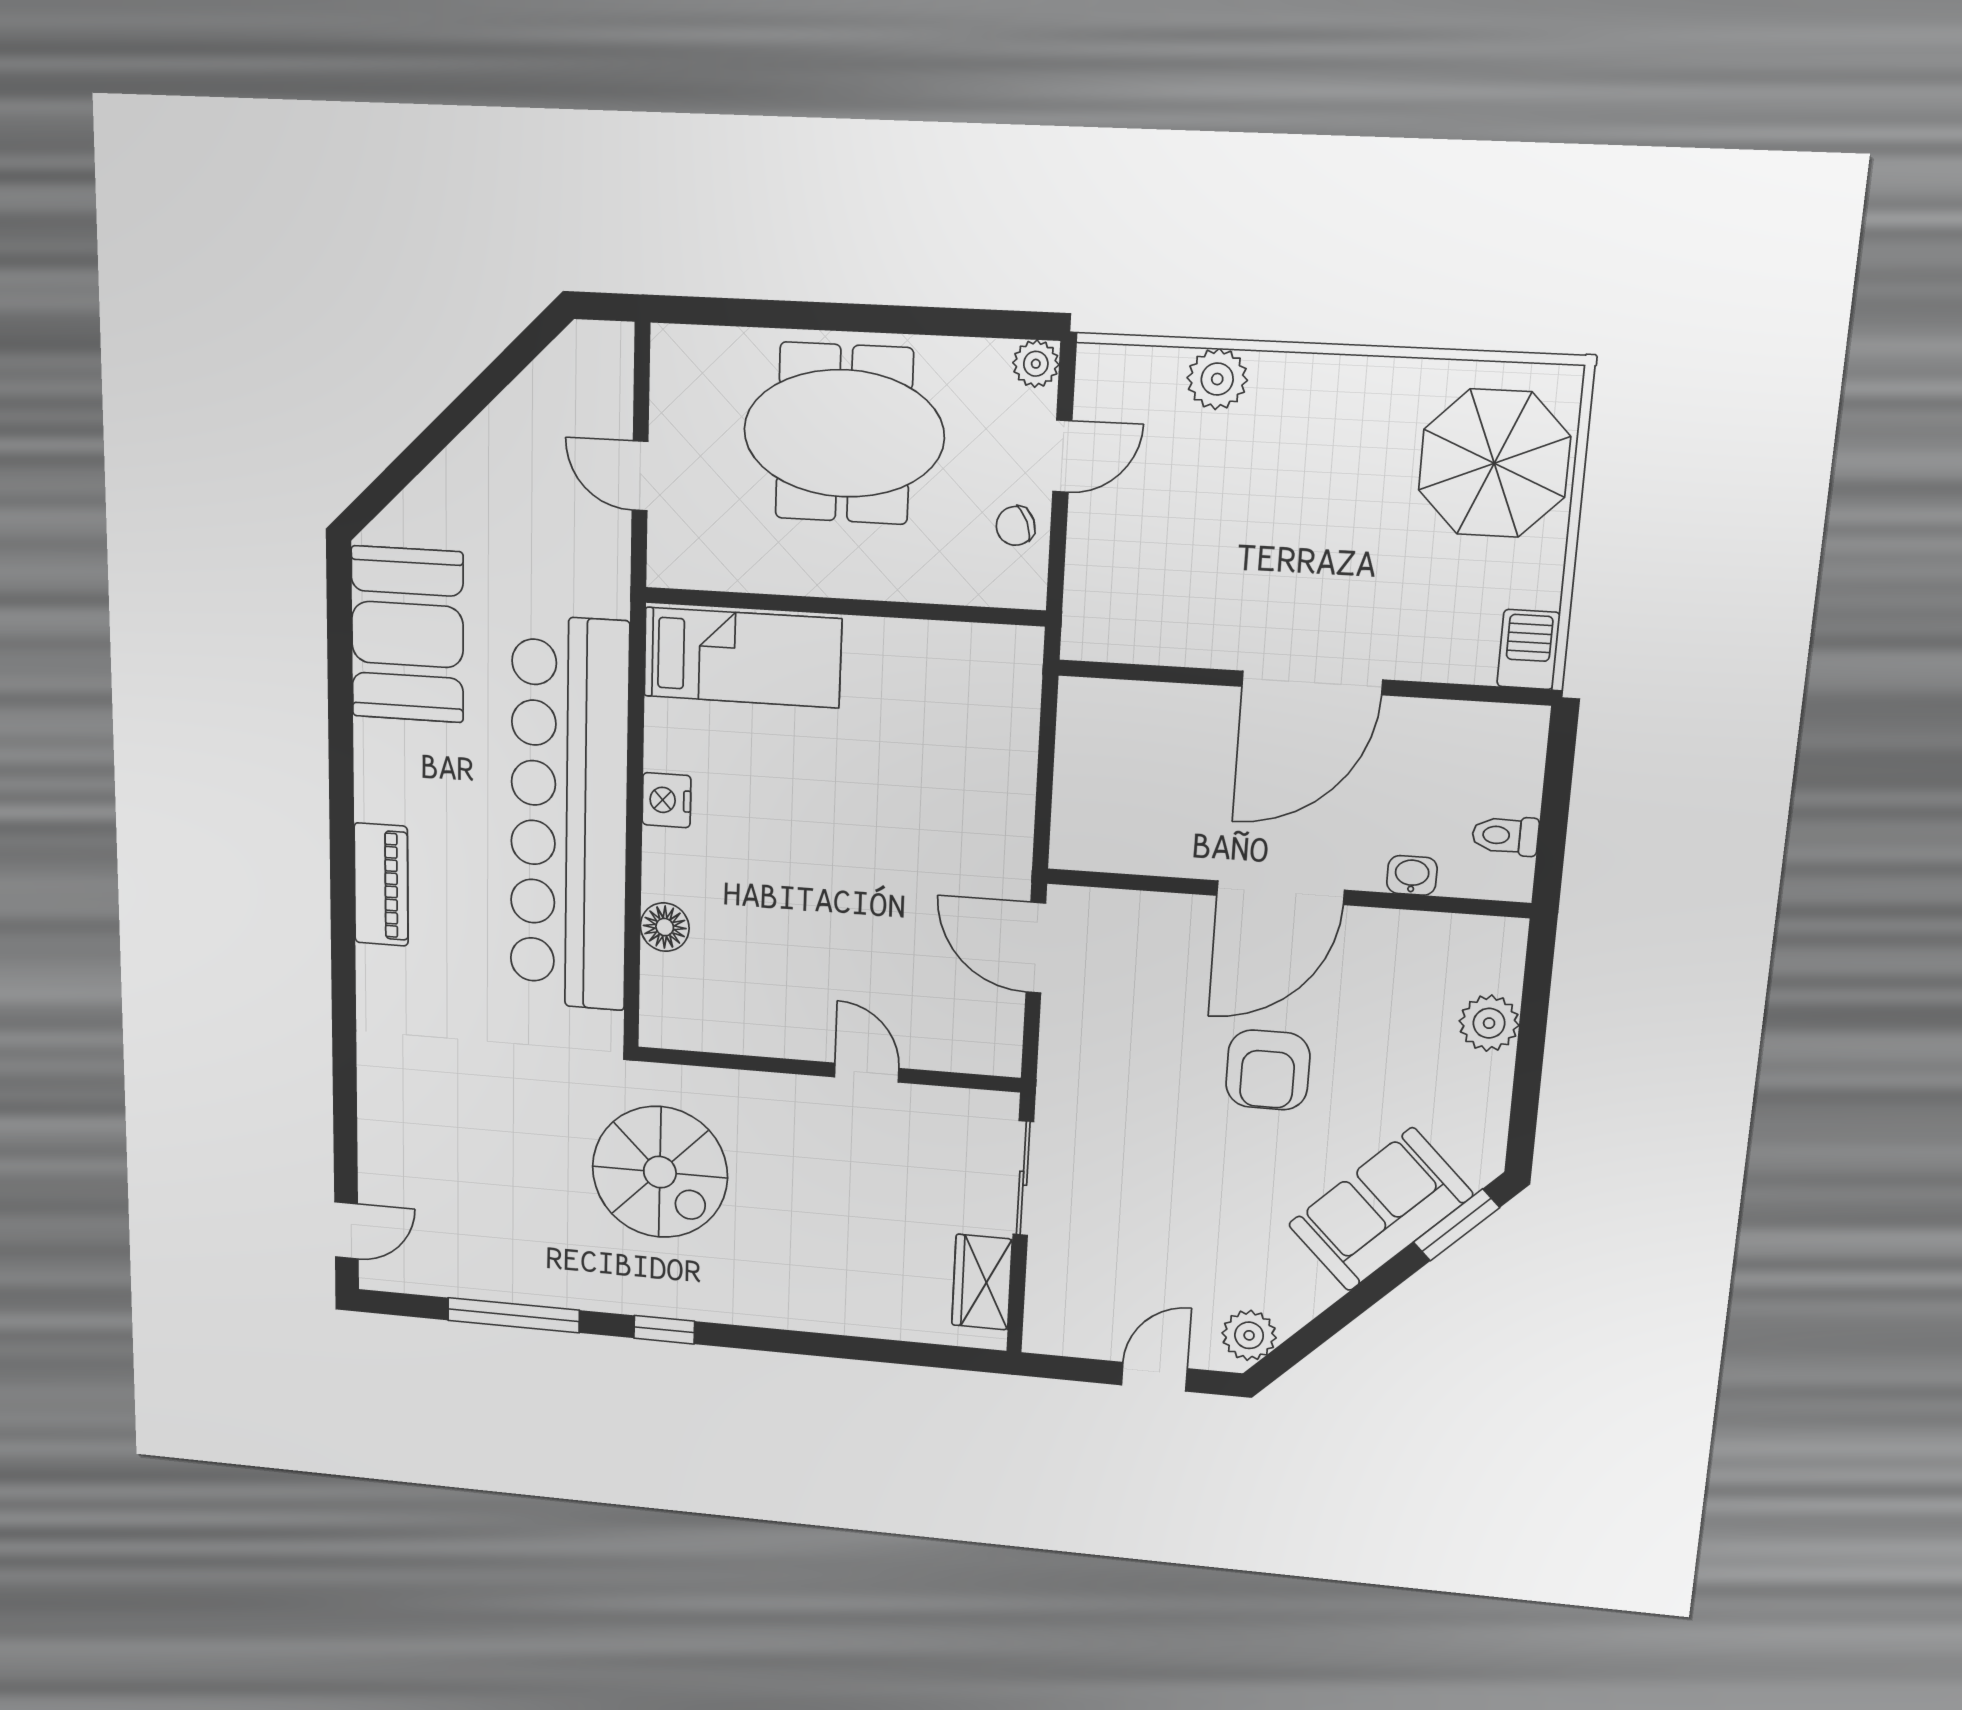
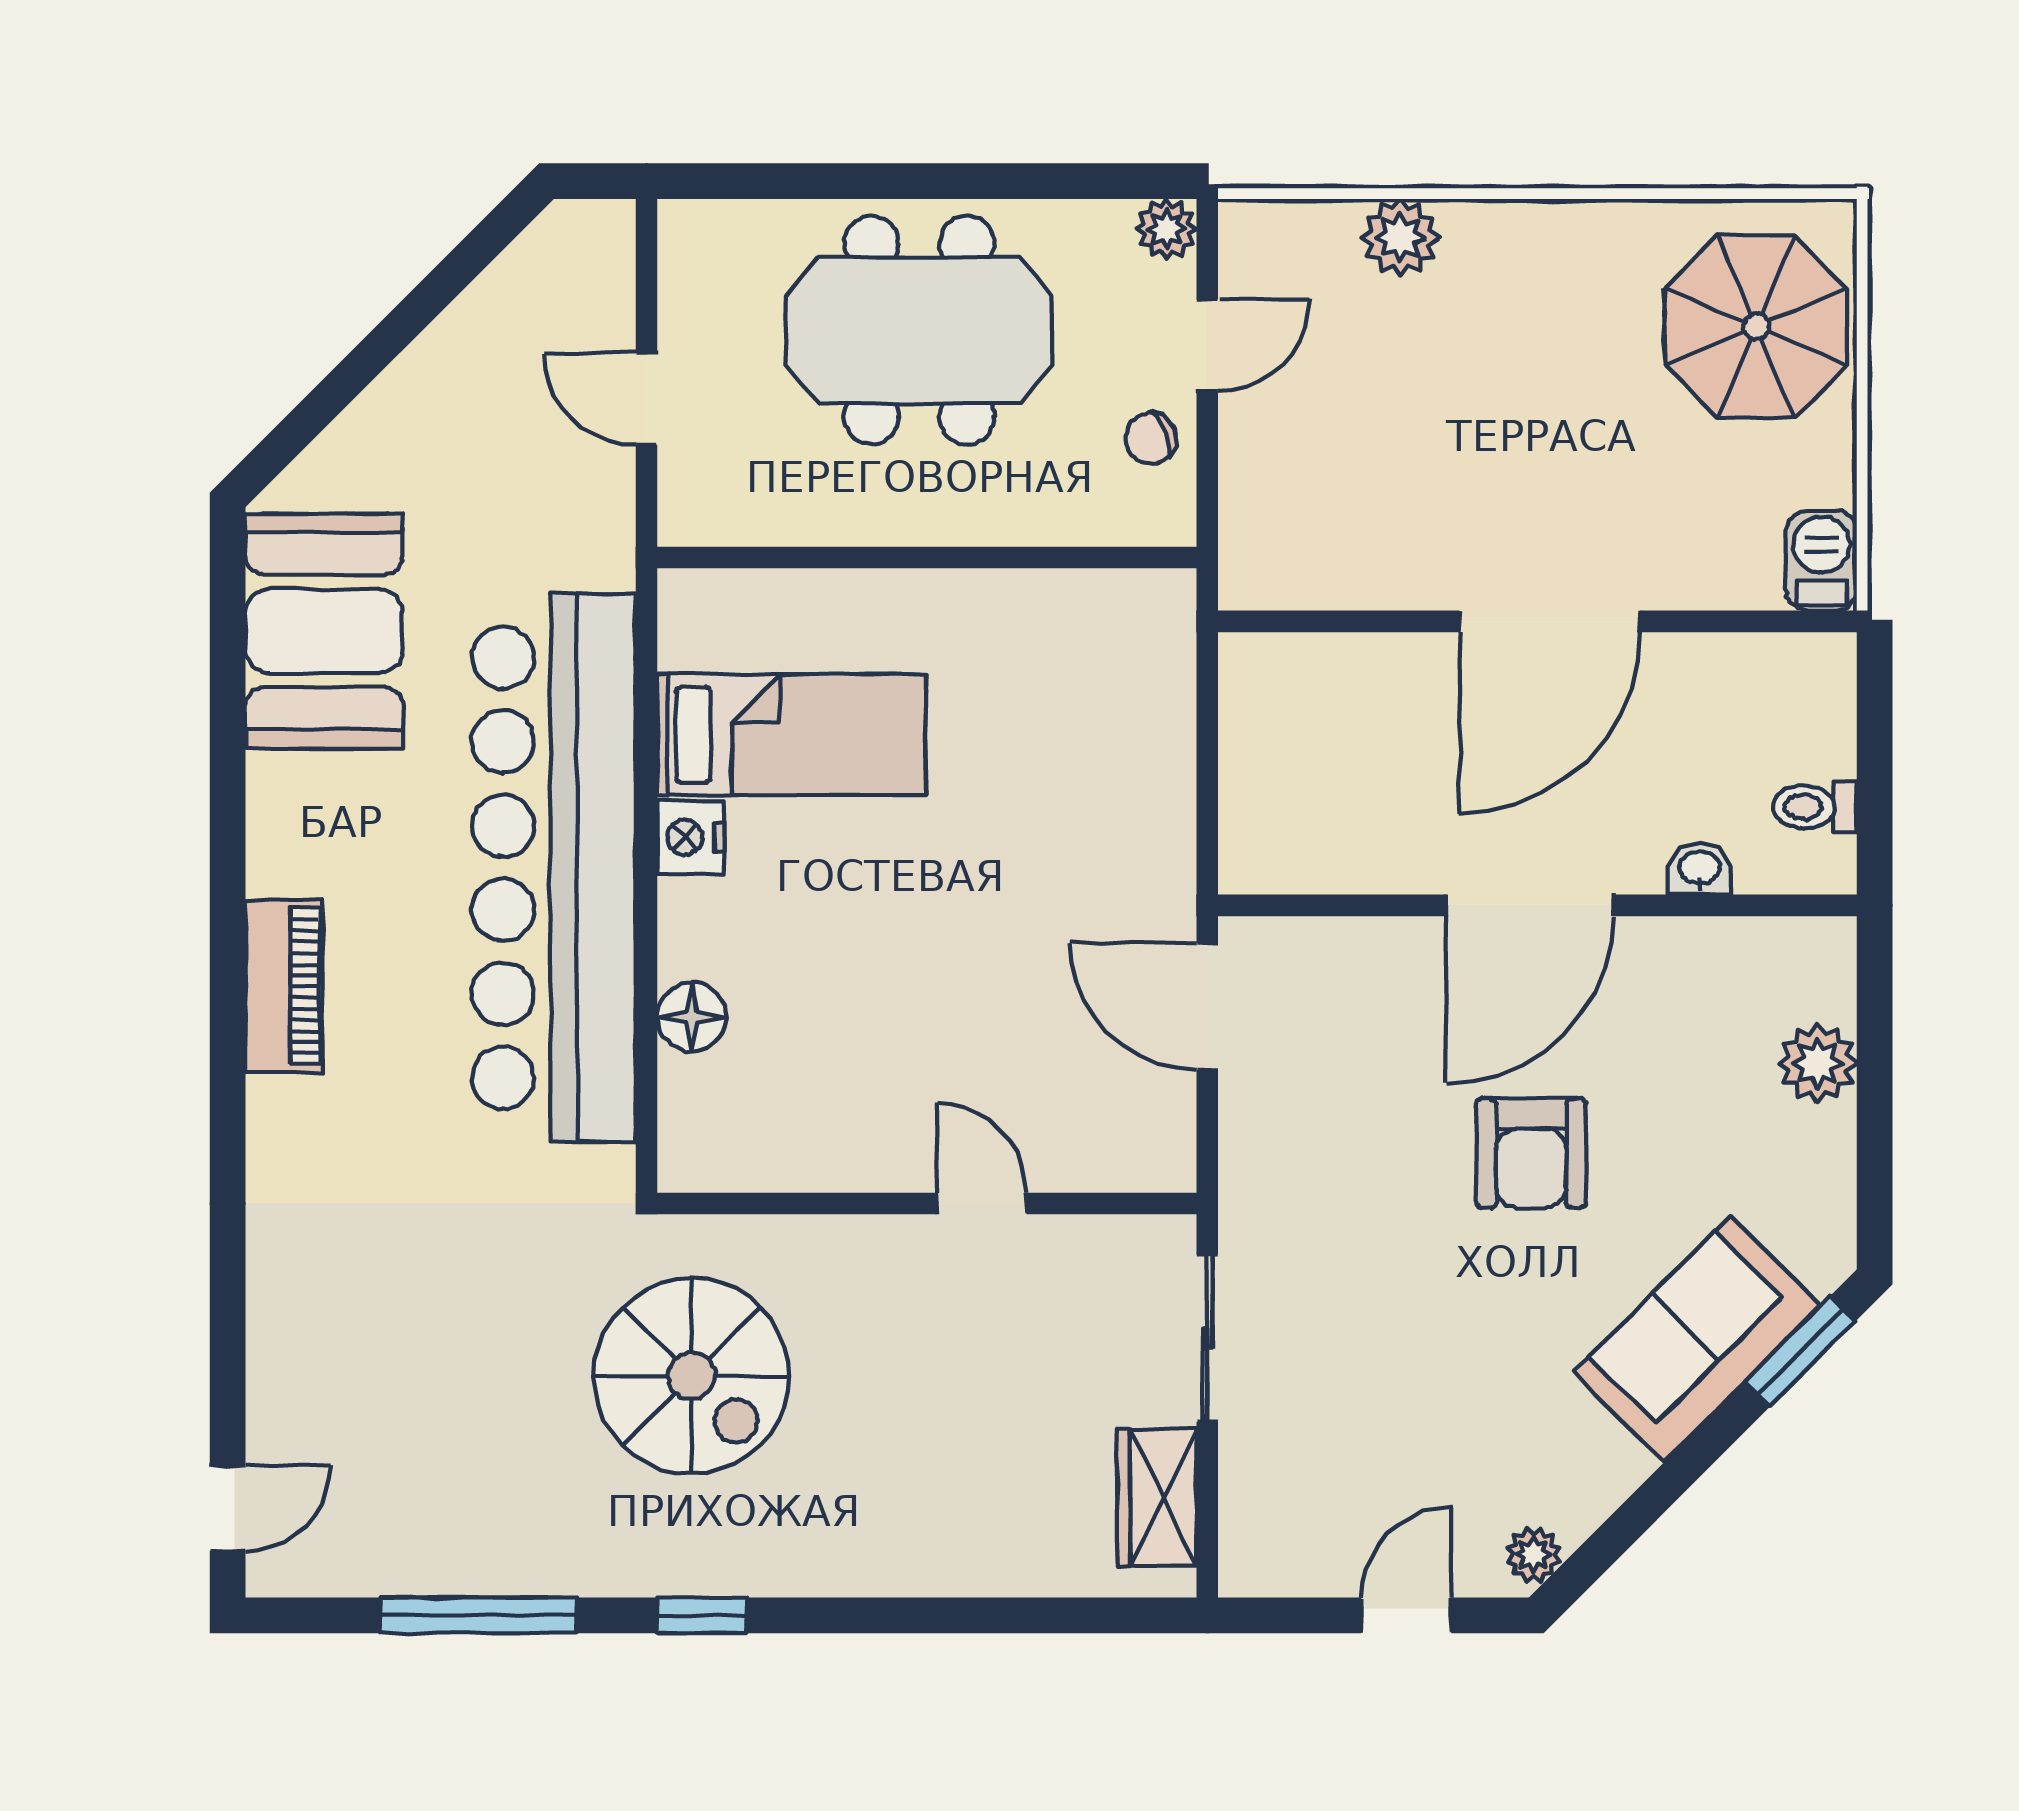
bed: (742, 657) -> (791, 735), moved
plant: (1249, 1335) -> (1533, 1554), width x0.73, depth x0.73

